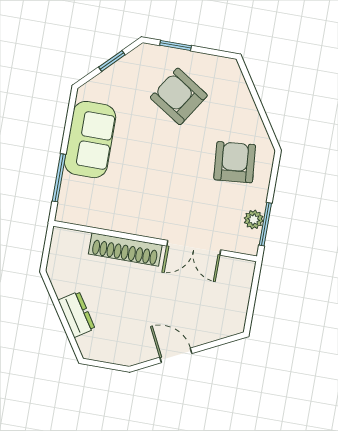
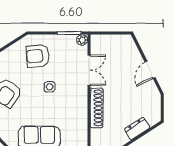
side table: (177, 173) -> (50, 87), added
plant: (254, 220) -> (82, 40), moved

